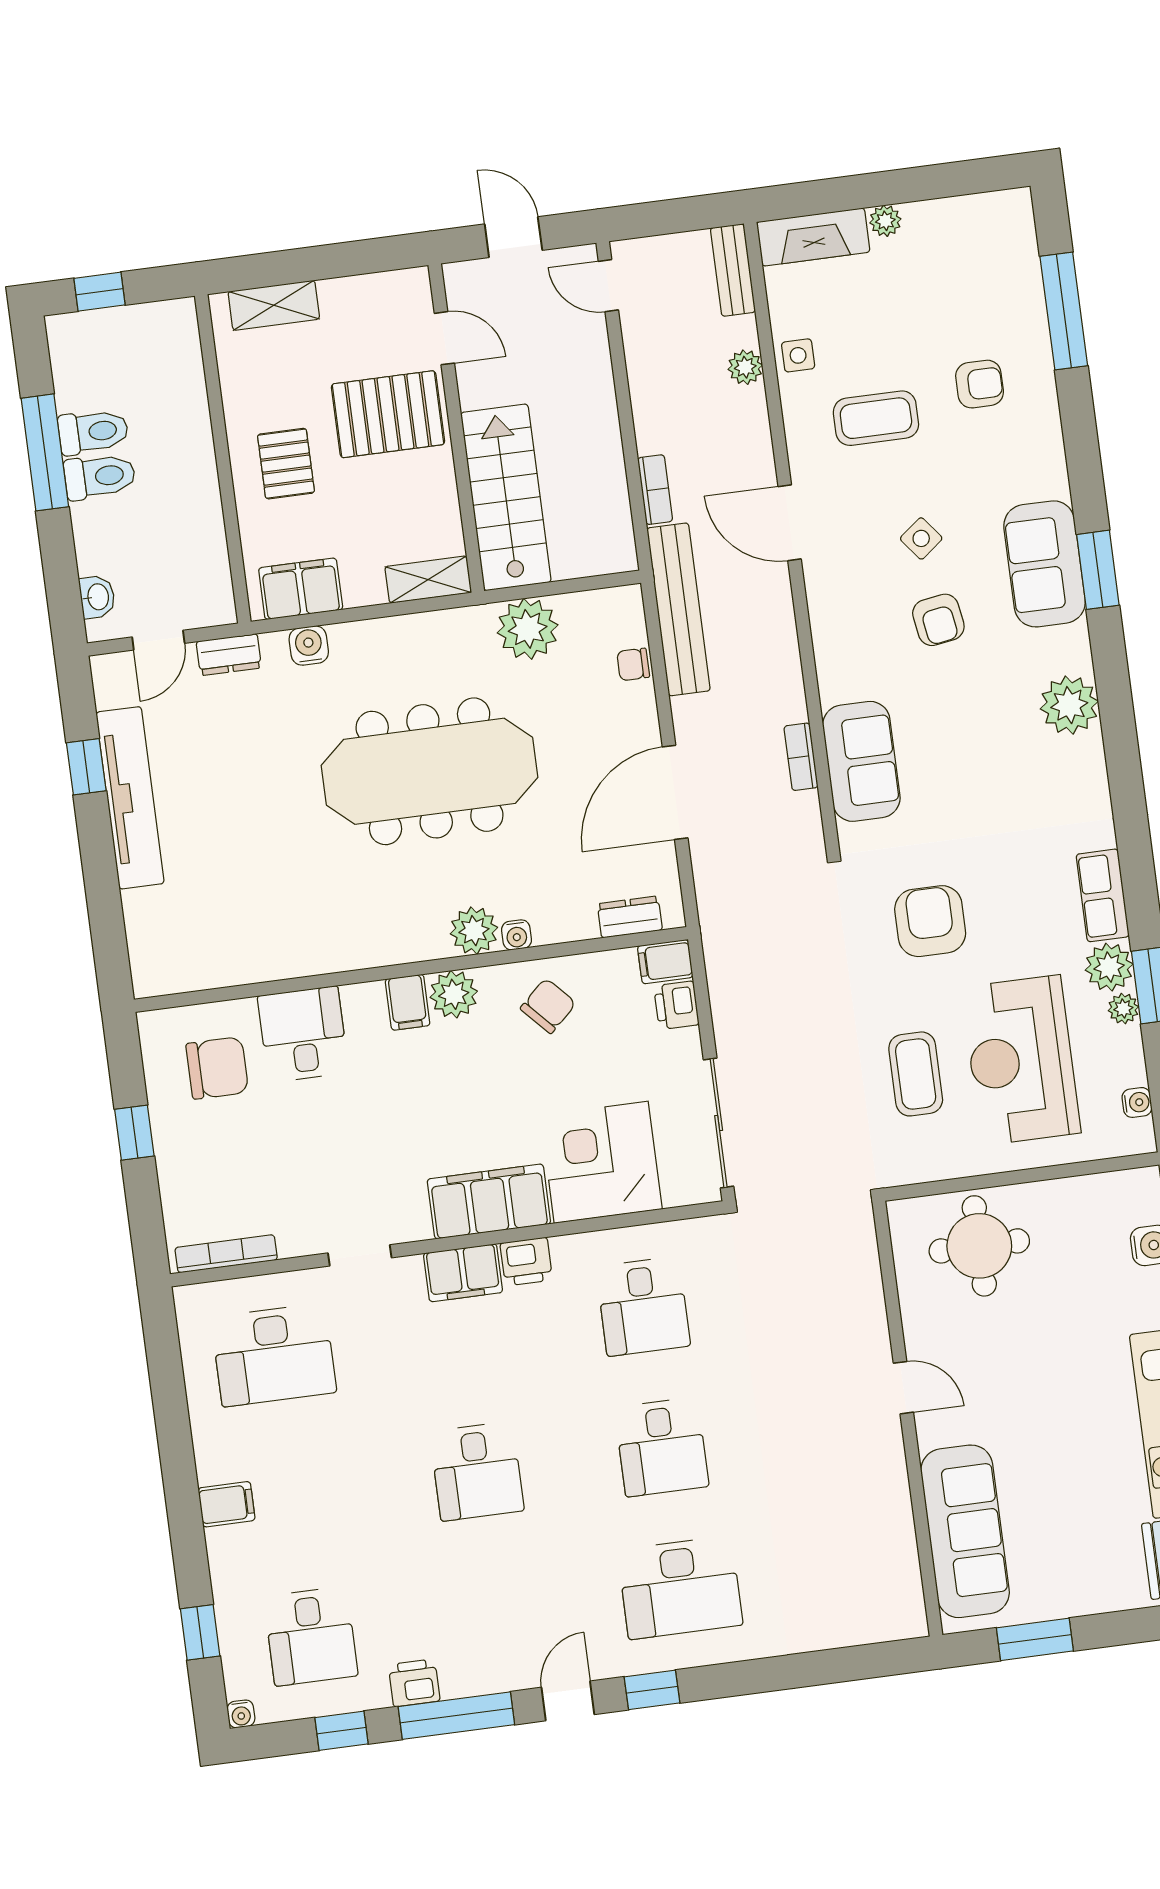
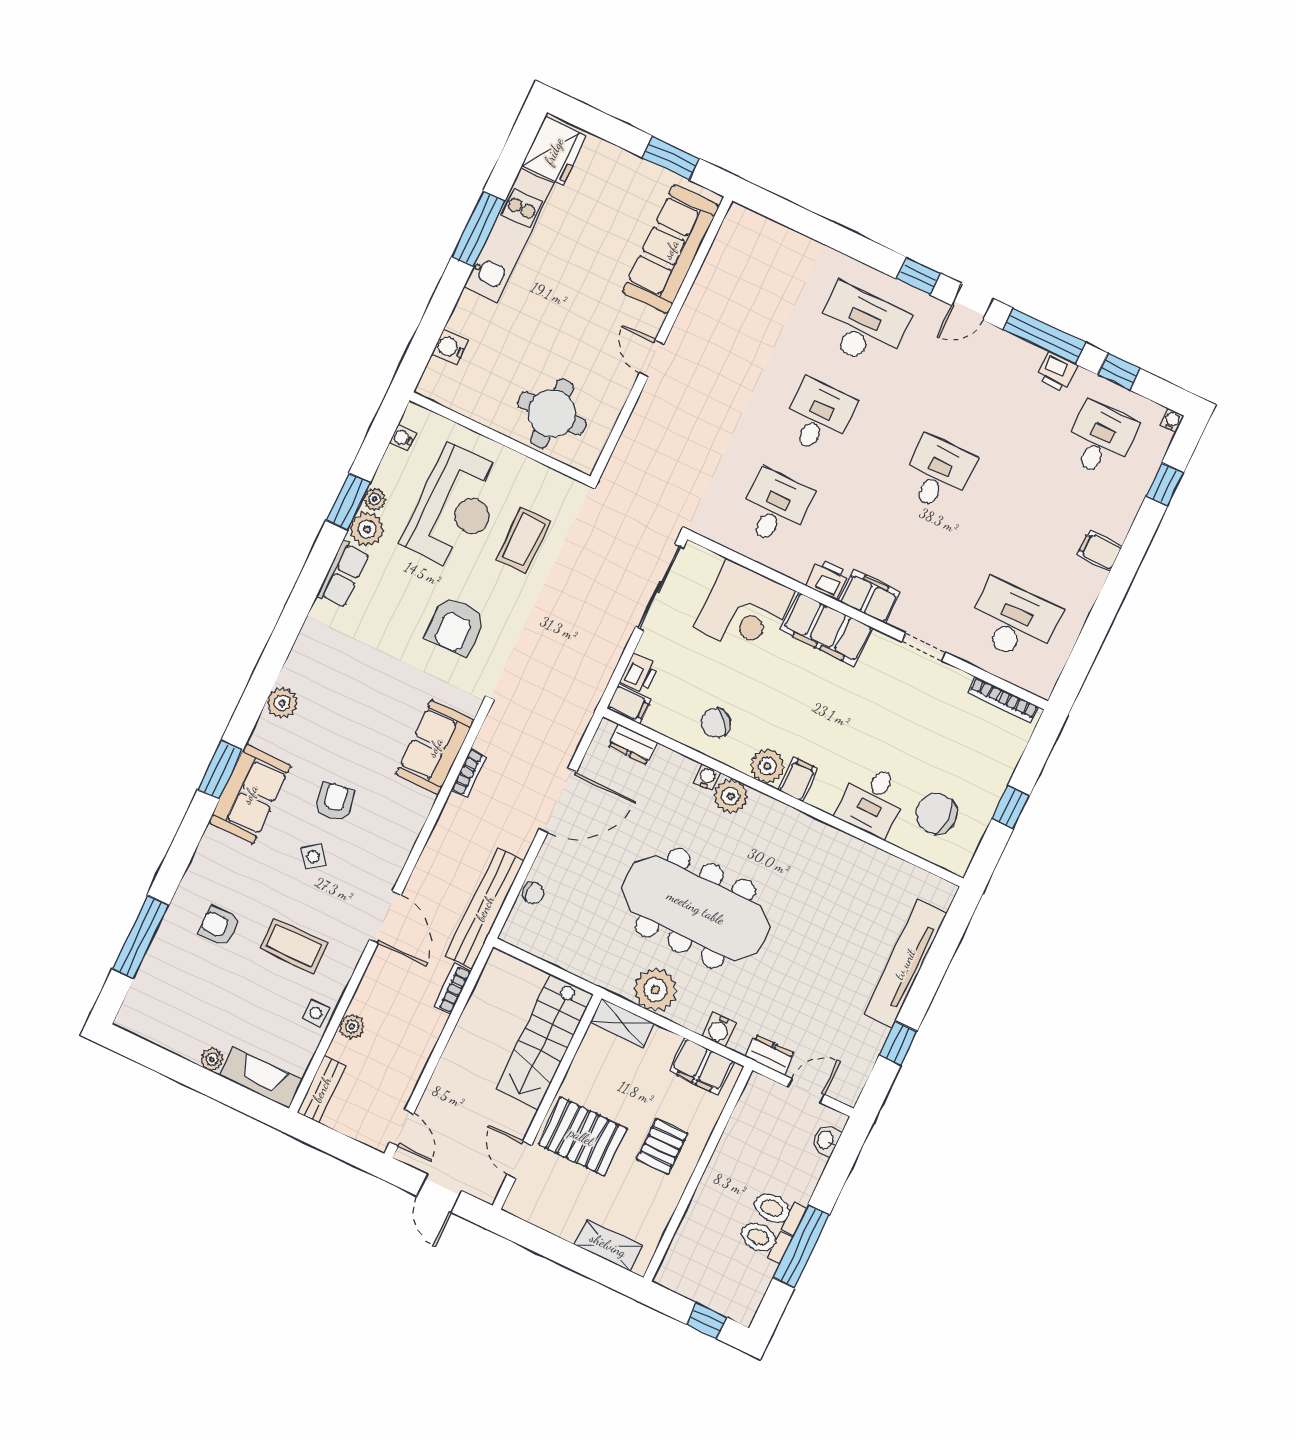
plant: (528, 629) -> (655, 990), moved
plant: (1069, 705) -> (282, 703), width x0.73, depth x0.73
tv unit: (130, 798) -> (905, 964), moved

